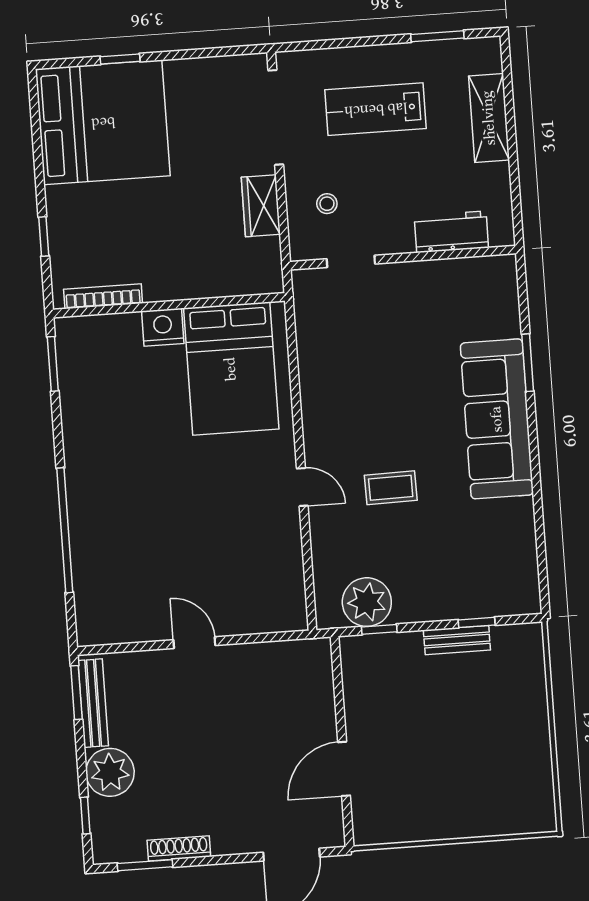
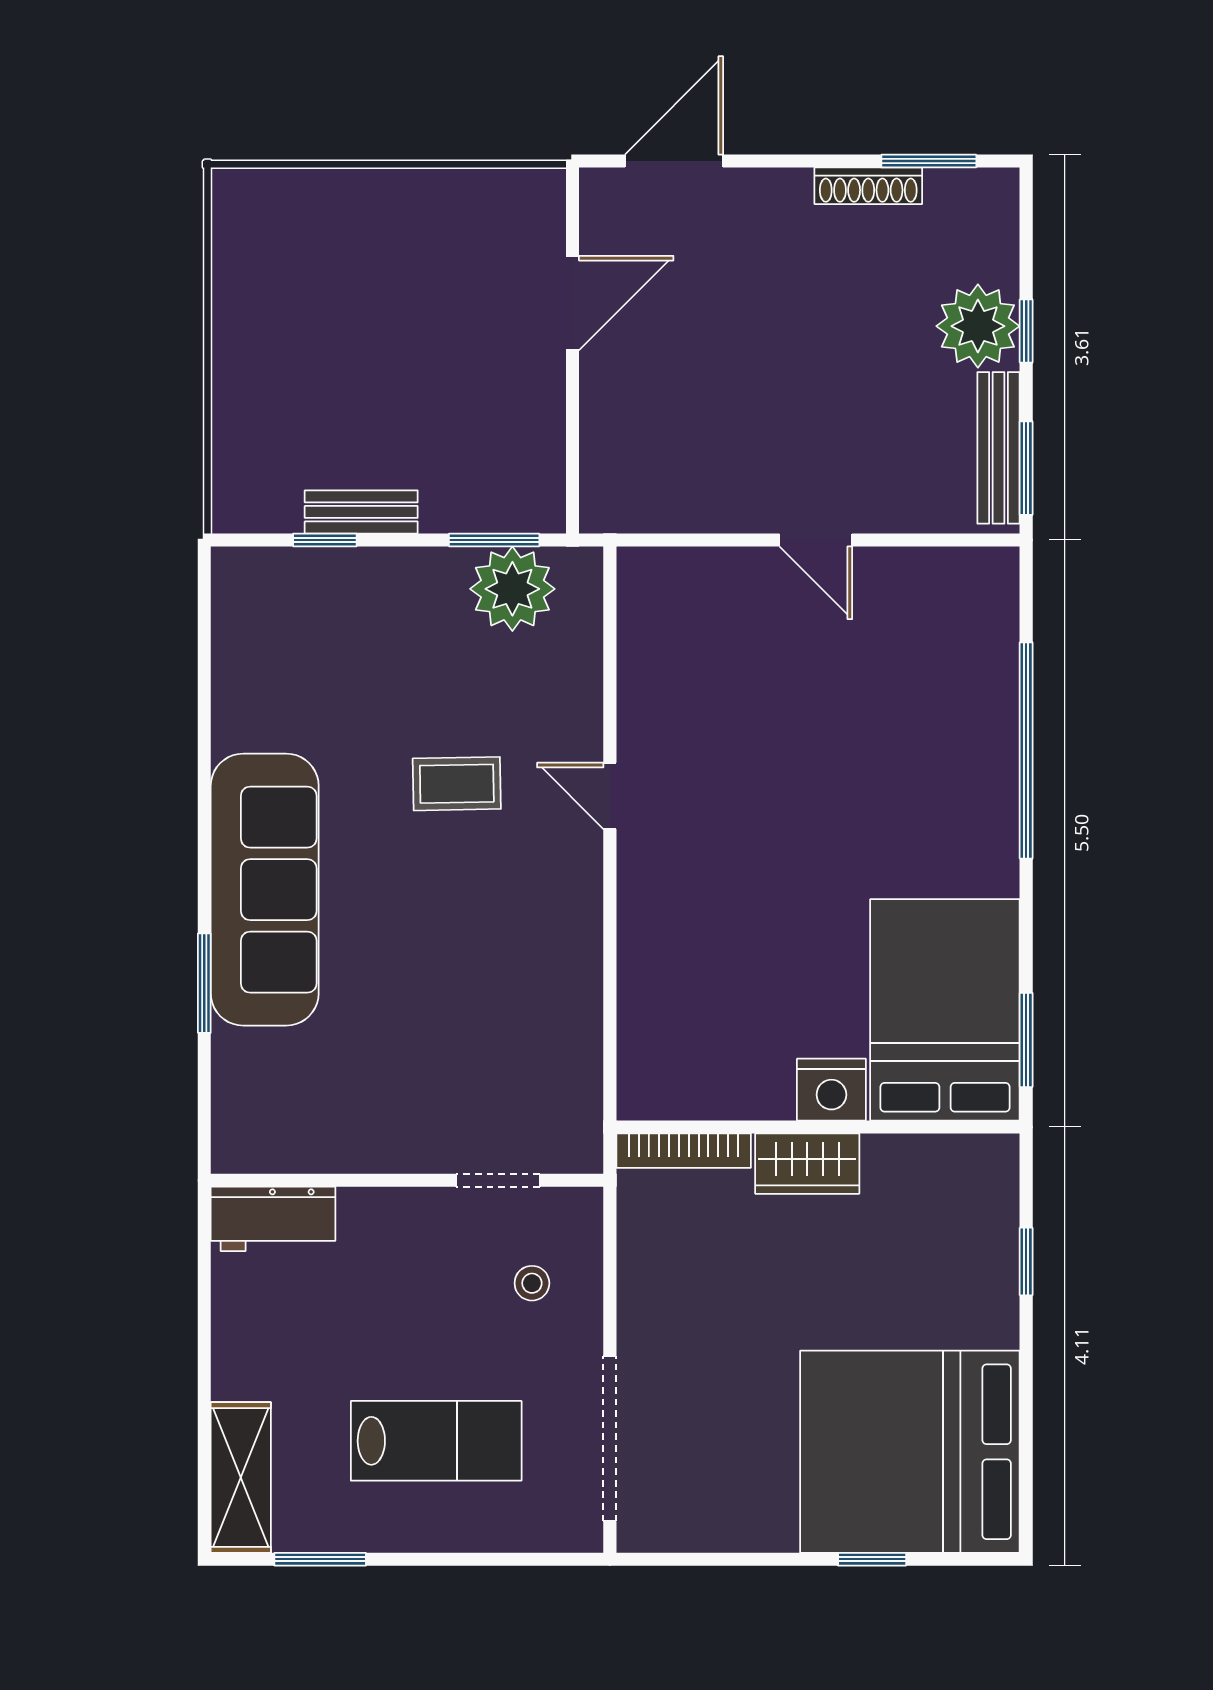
shelving: (489, 118) -> (241, 1478), moved
wardrobe: (261, 206) -> (807, 1164), moved, turned 90
workbench: (451, 232) -> (273, 1219), moved
bookcase: (103, 296) -> (684, 1151), moved
bed: (231, 369) -> (945, 1010), moved
window: (379, 629) -> (494, 540), width x1.50
window: (85, 815) -> (1026, 331), moved

